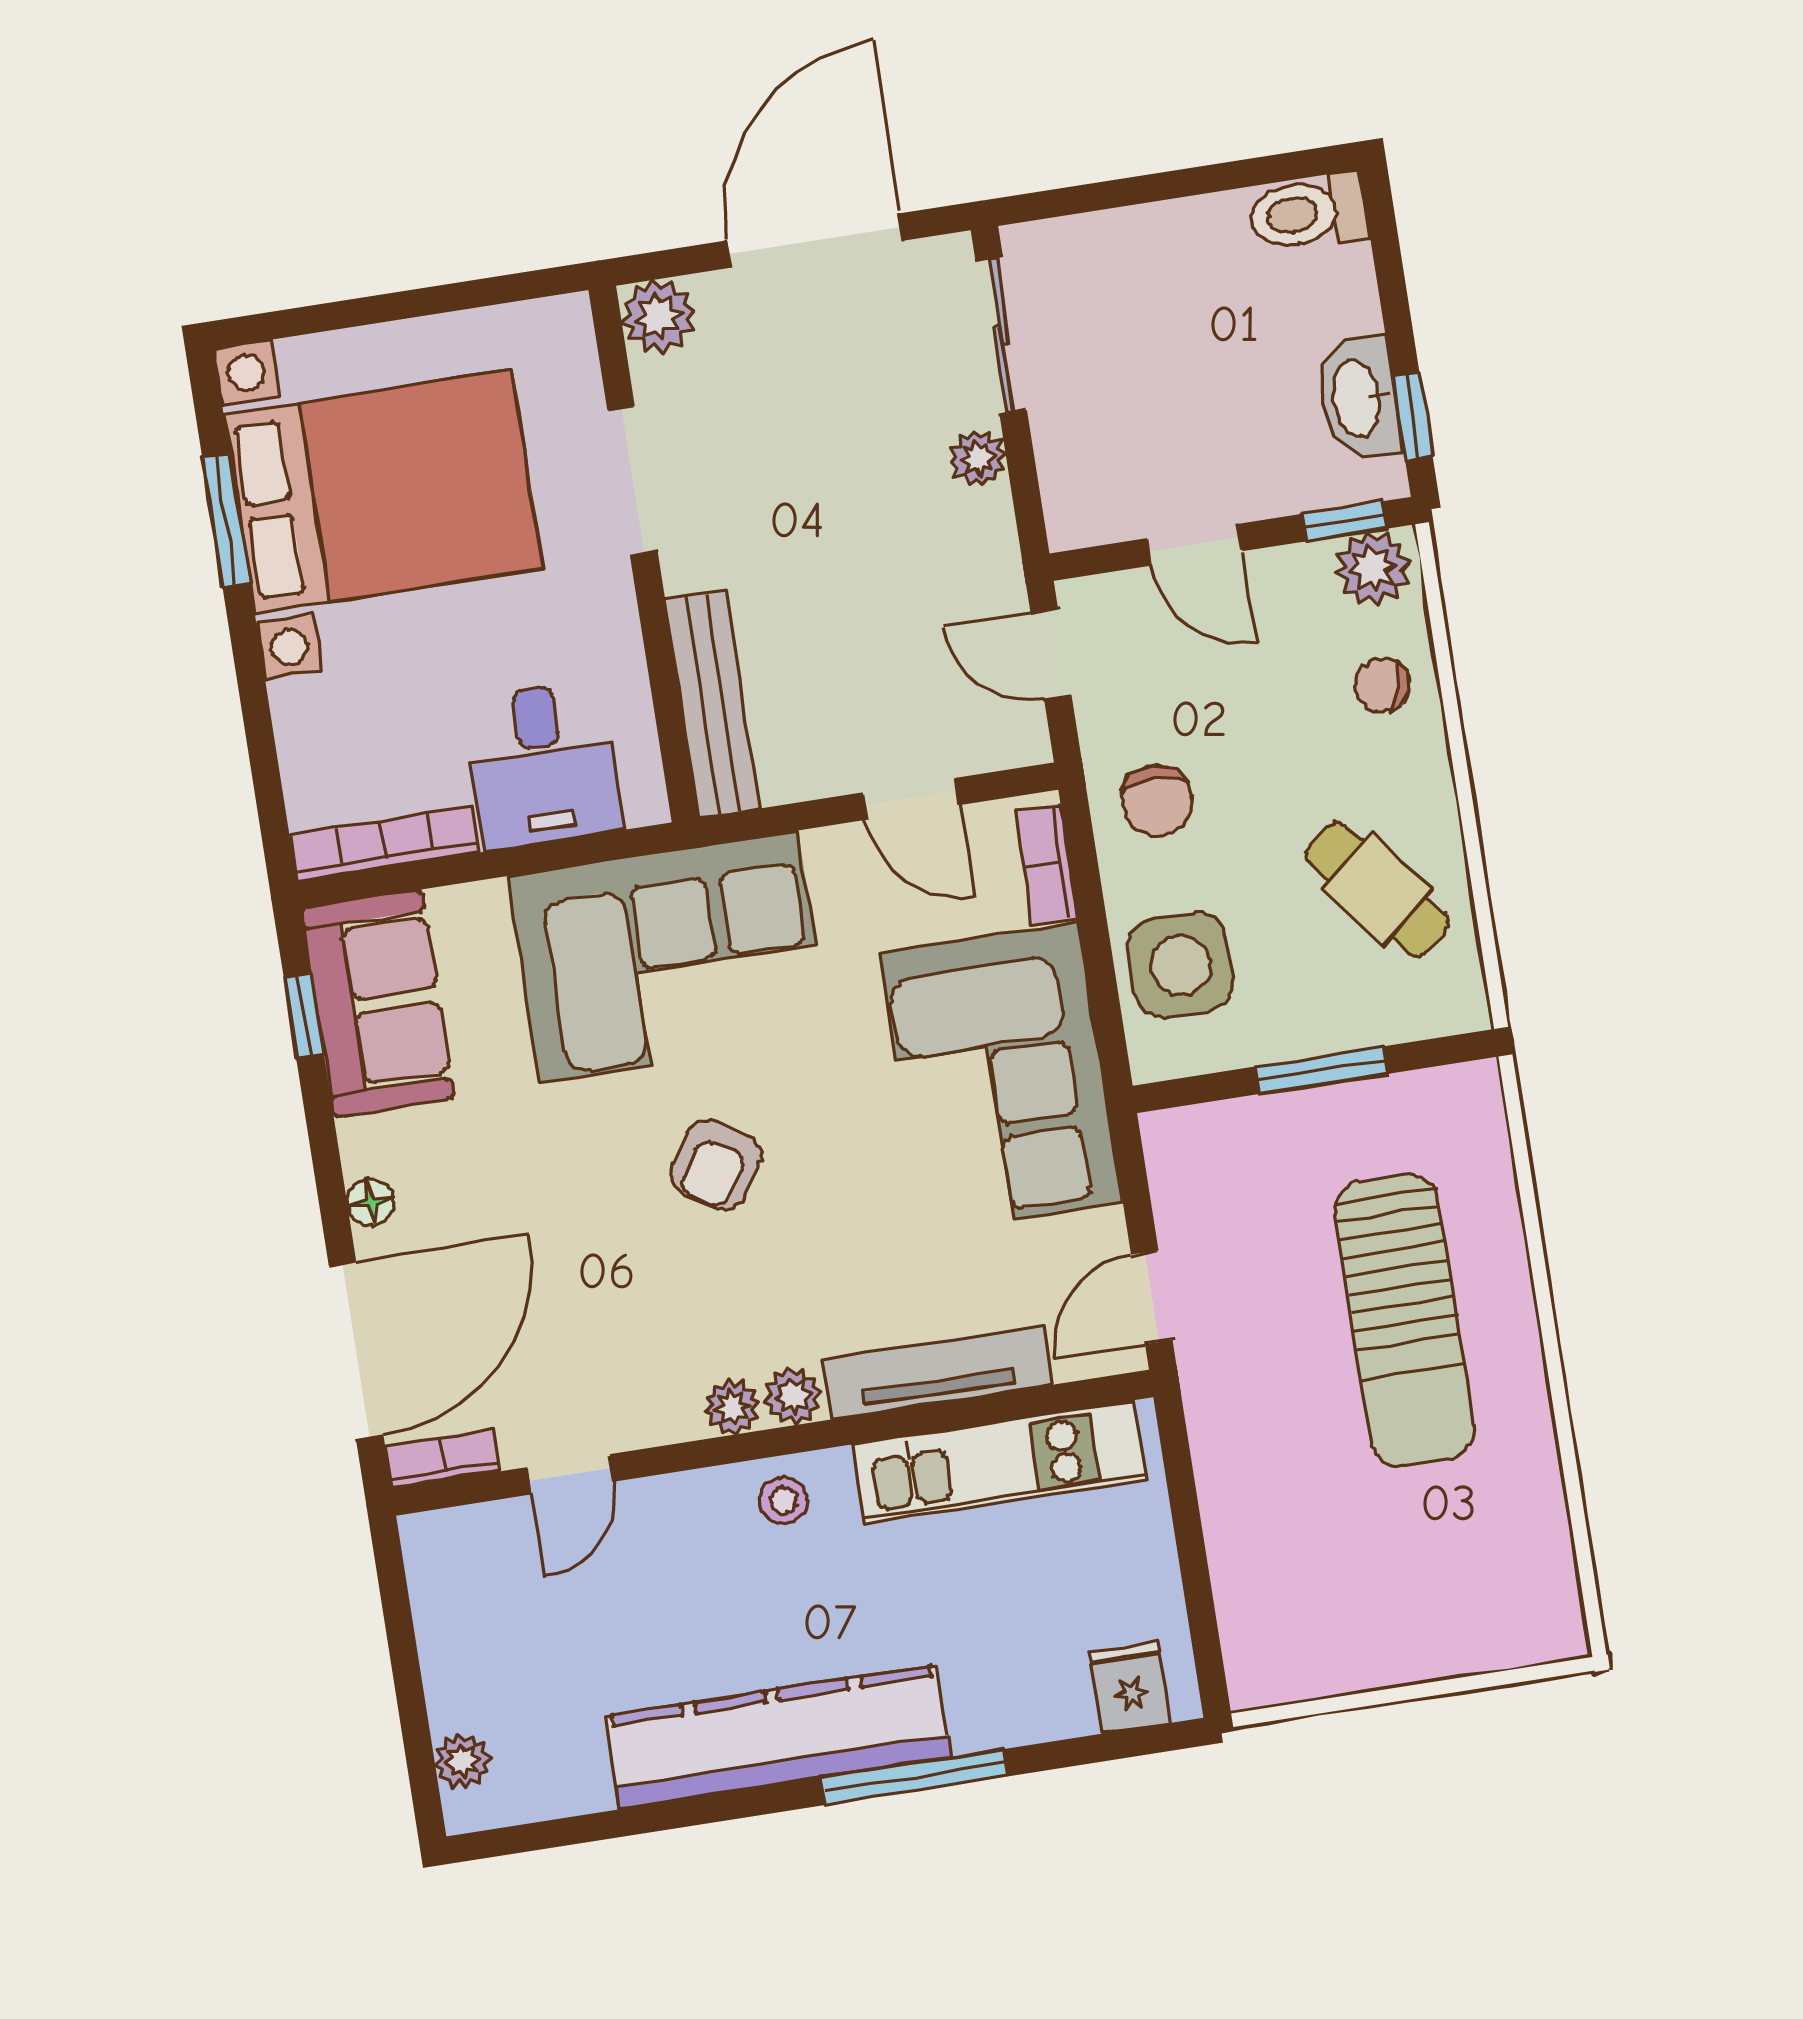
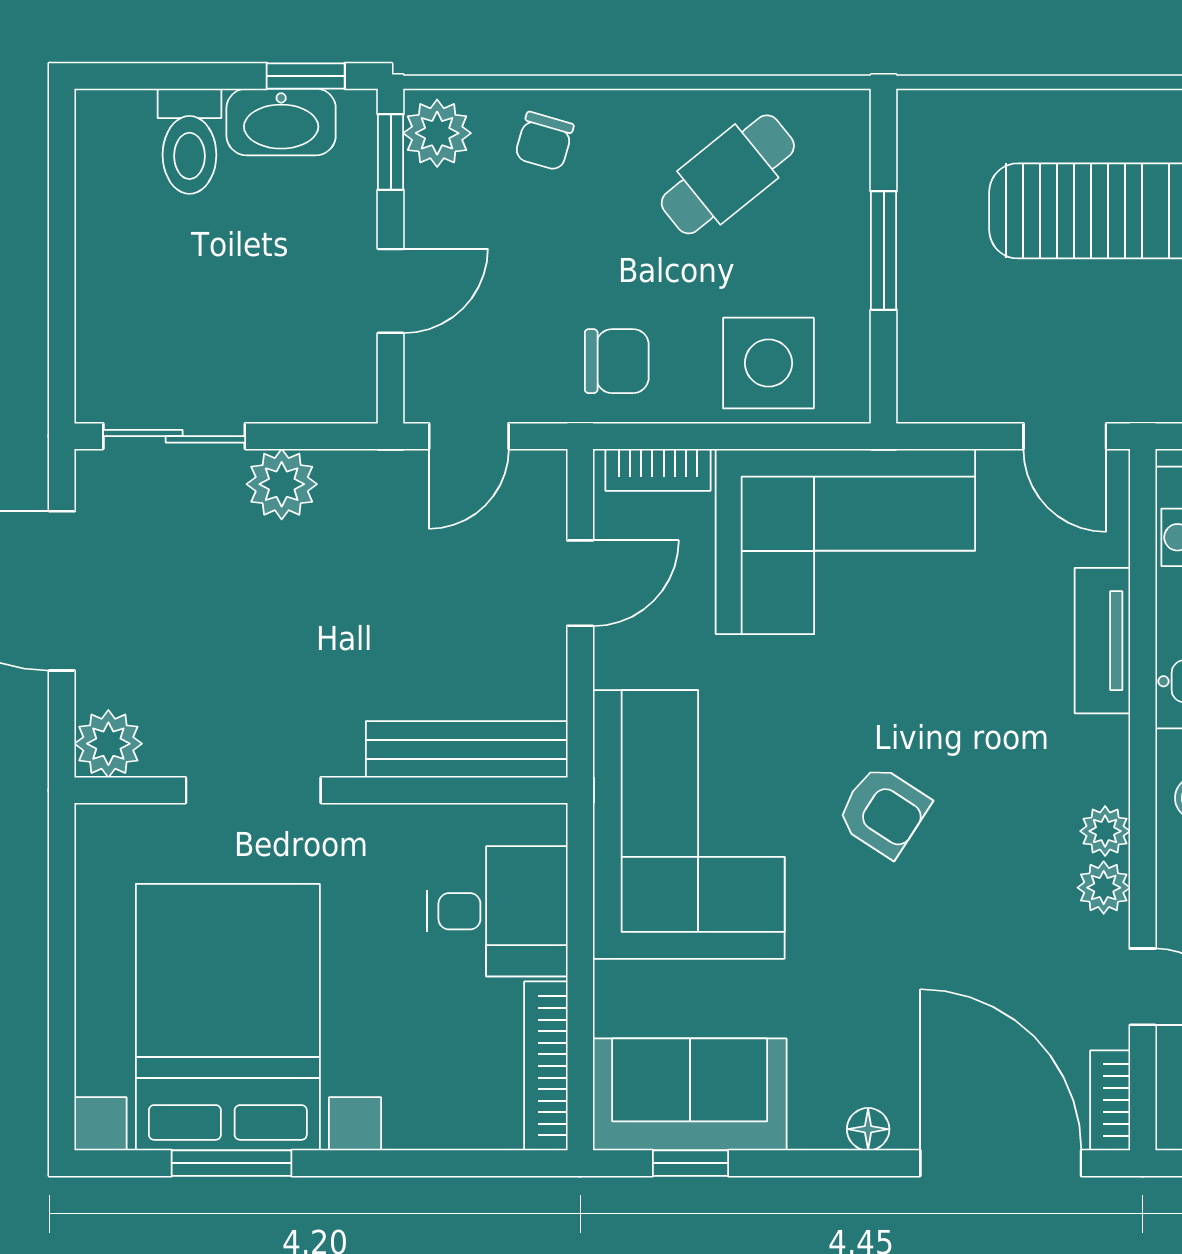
toilet: (1308, 213) -> (189, 141), moved
plant: (978, 458) -> (282, 484), width x1.38, depth x1.38
tv unit: (937, 1372) -> (1102, 641), width x0.71
plant: (793, 1396) -> (1104, 888), moved

